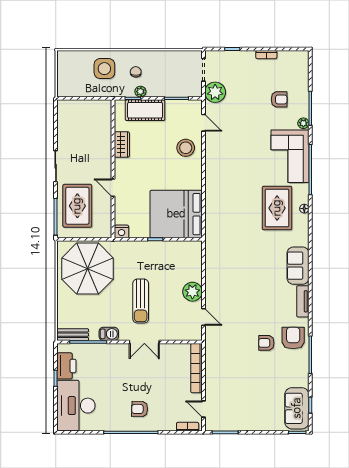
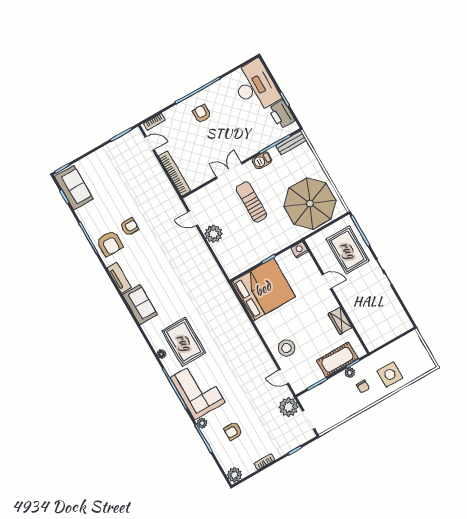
plant: (301, 58) -> (235, 475), added
armchair: (140, 409) -> (202, 114), turned -91

